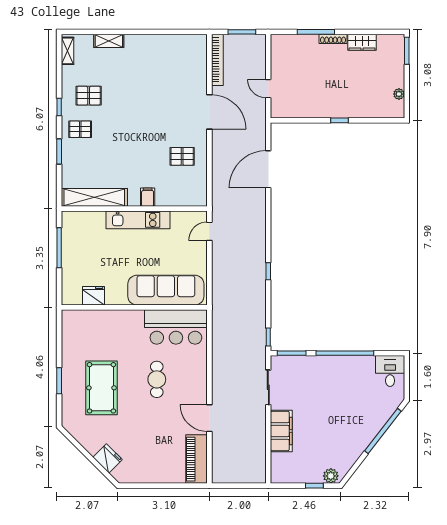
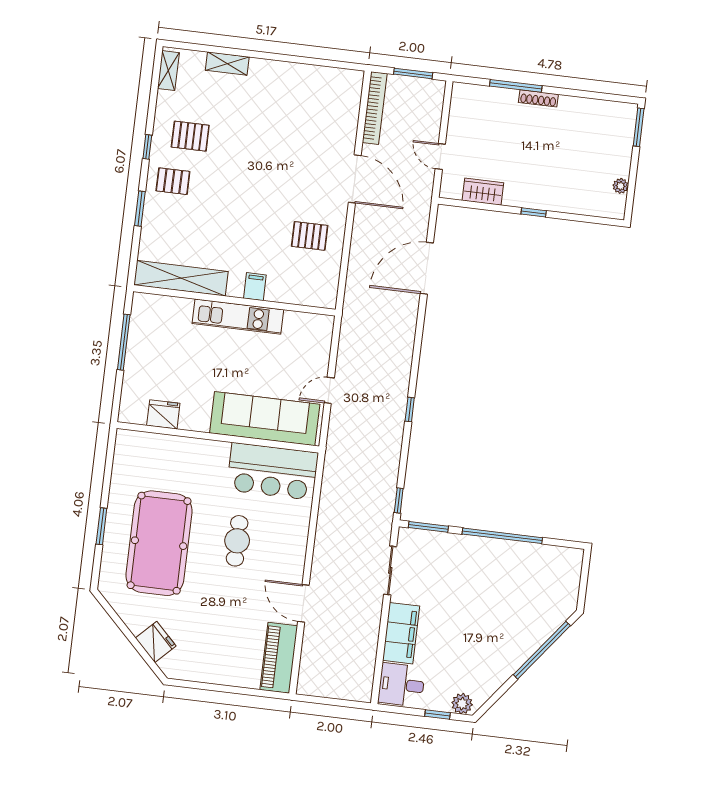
wardrobe: (362, 42) -> (483, 192), moved, turned 180
door: (209, 231) -> (329, 390), moved
desk: (390, 371) -> (401, 685), moved, turned -90
pool table: (101, 388) -> (159, 543), width x1.36, depth x1.32

